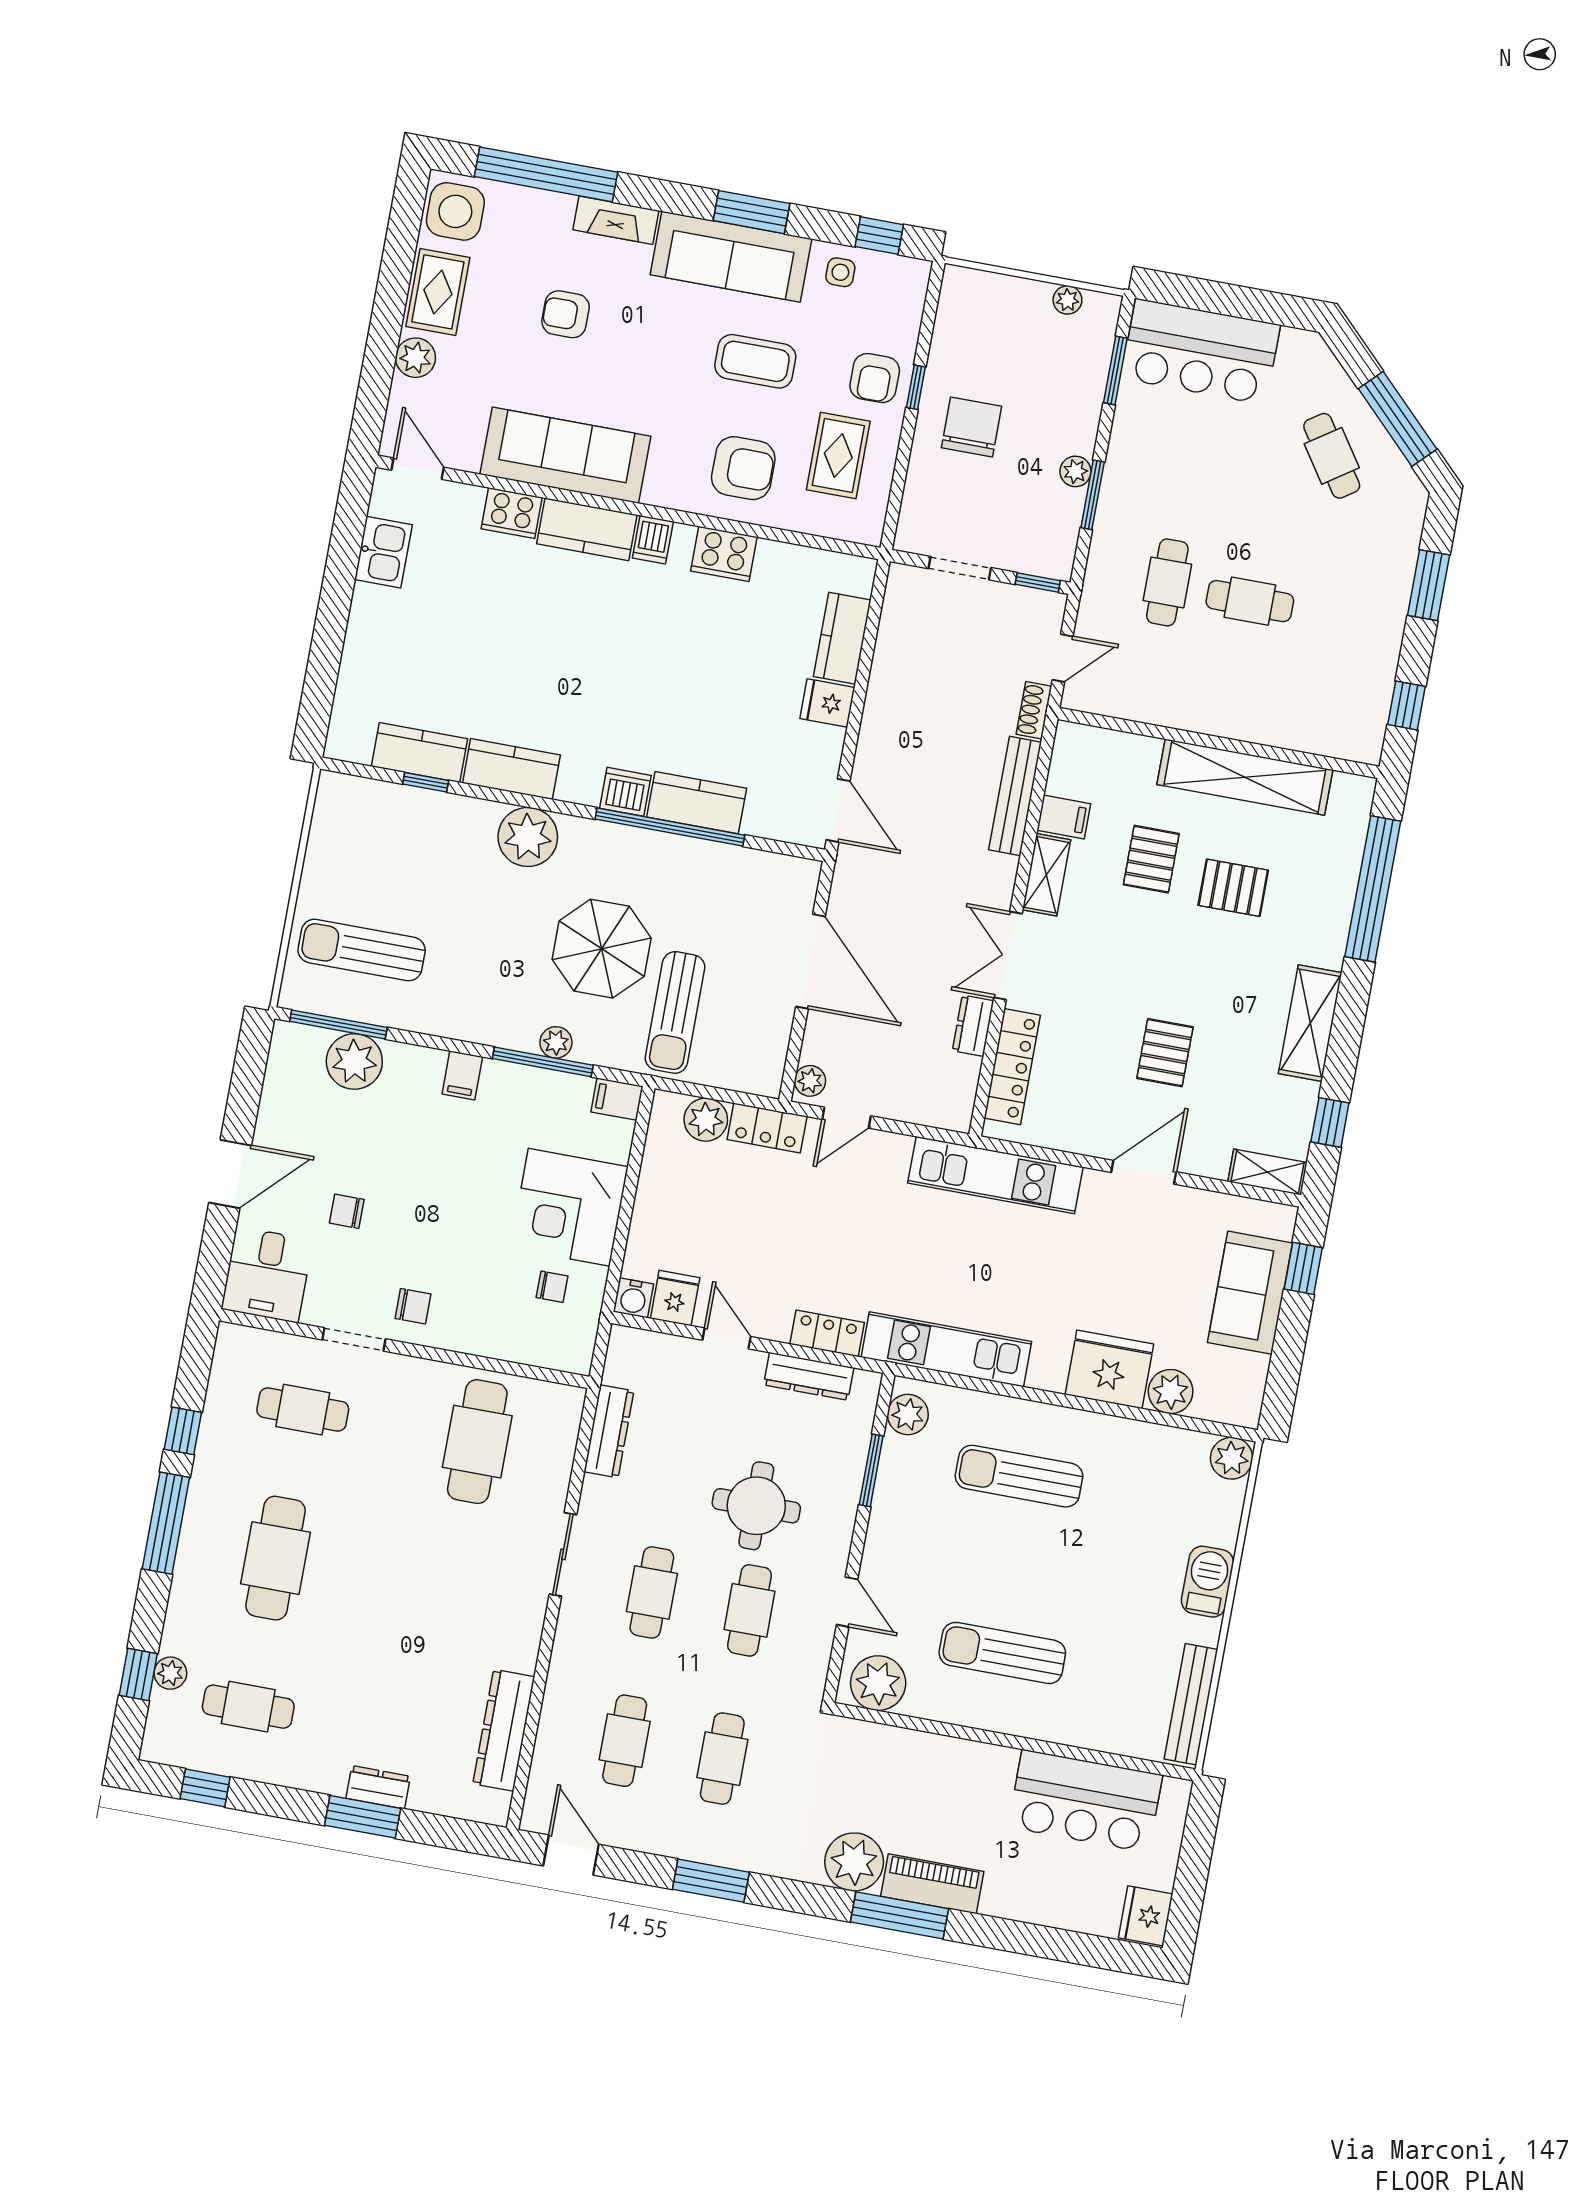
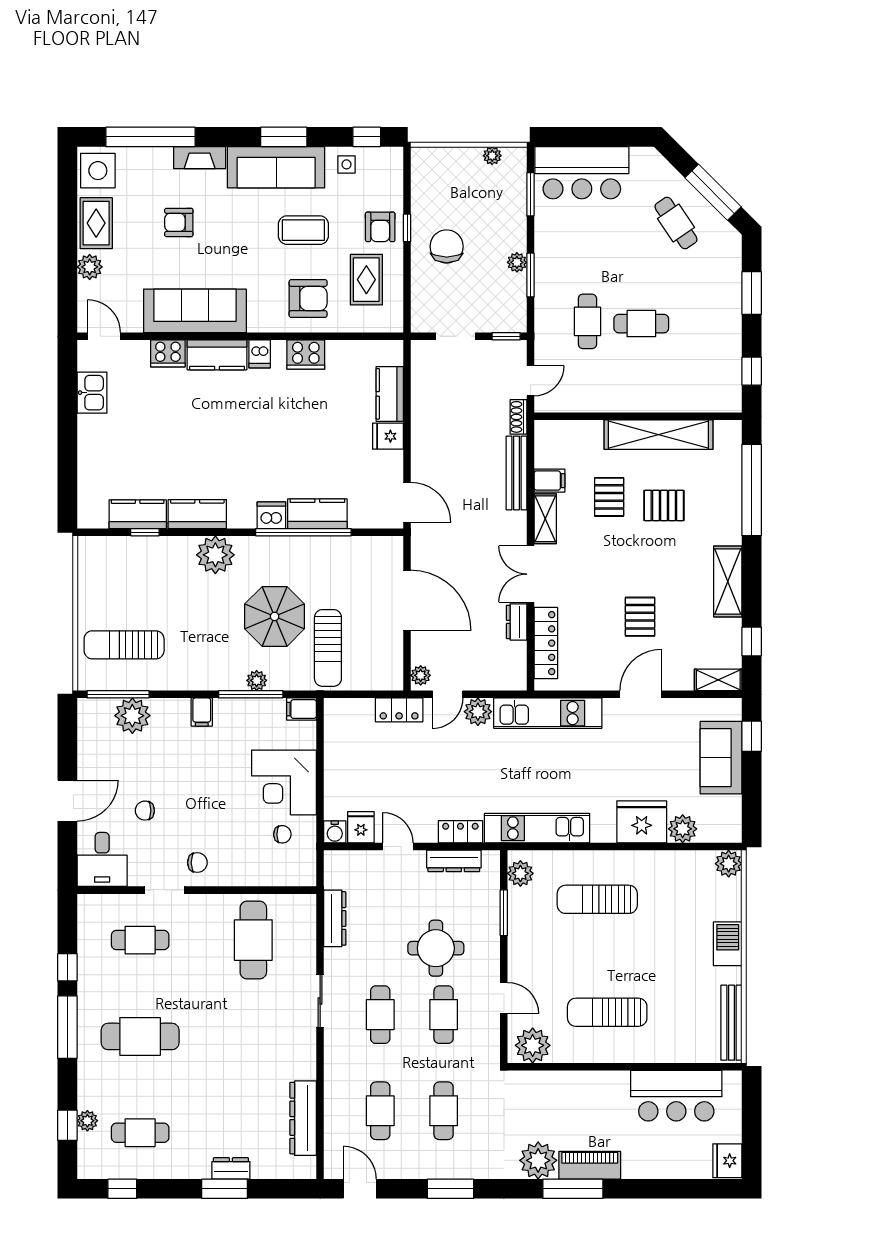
plant: (706, 1120) -> (478, 712), moved
cafe table: (276, 1558) -> (140, 1036), turned 90

